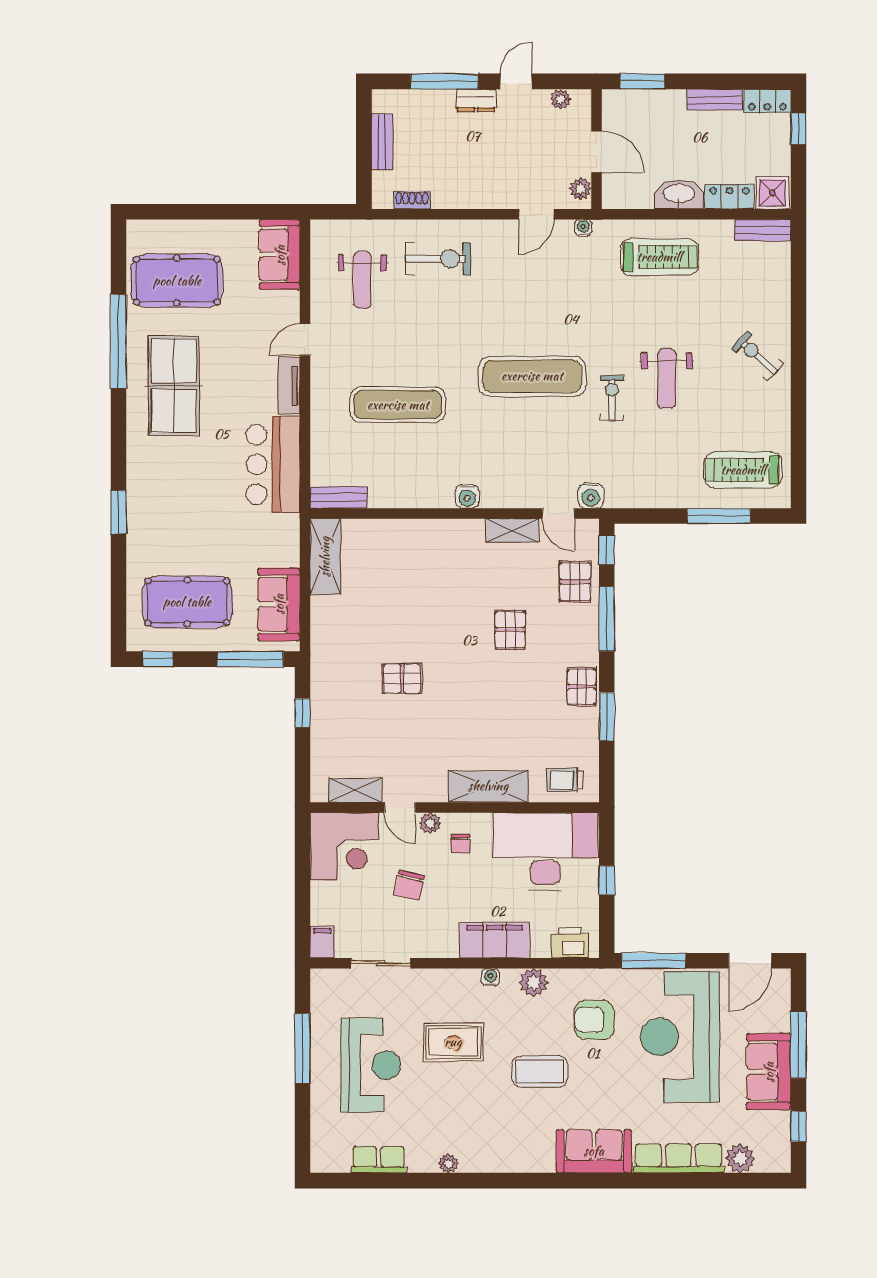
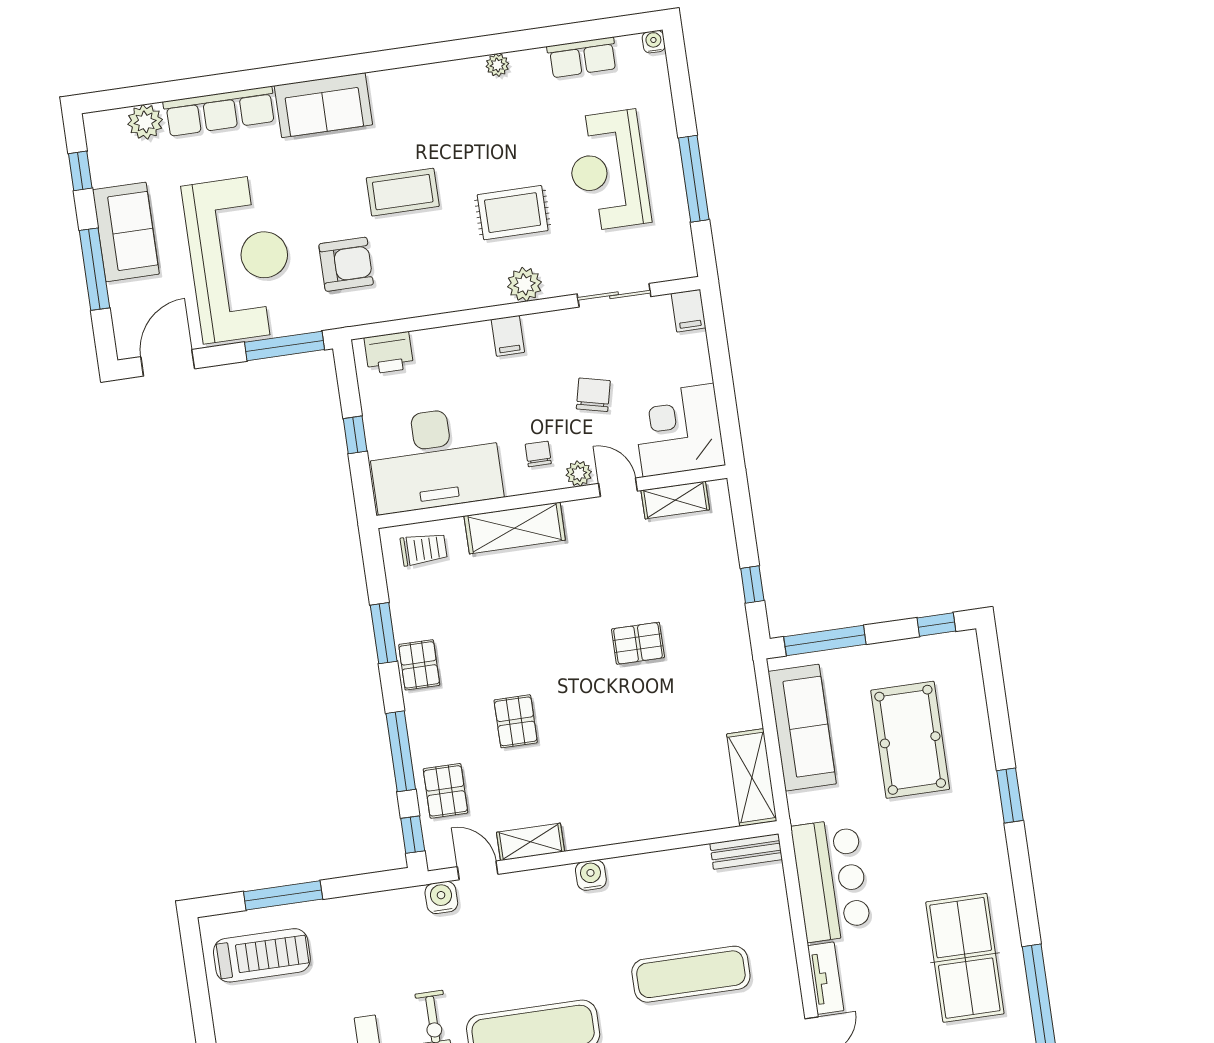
pool table: (187, 602) -> (910, 740), moved, turned 90
sofa: (279, 604) -> (802, 728), width x1.36
filing cabinet: (495, 940) -> (508, 336), width x0.33, depth x0.86
water cooler: (491, 977) -> (654, 42), moved, turned 180
plant: (534, 983) -> (524, 284), moved

